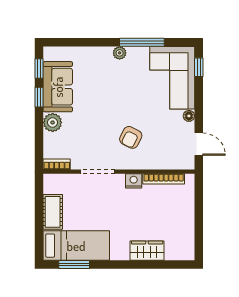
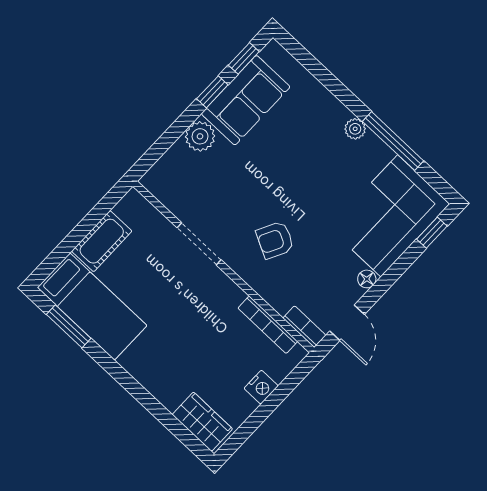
bookcase: (57, 164) -> (304, 327), moved
nightstand: (134, 181) -> (261, 387), moved, turned 90
wardrobe: (147, 251) -> (202, 422), moved

